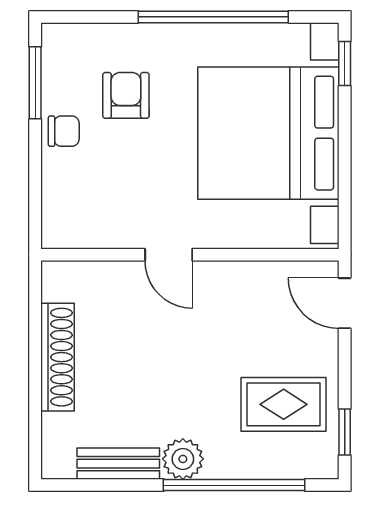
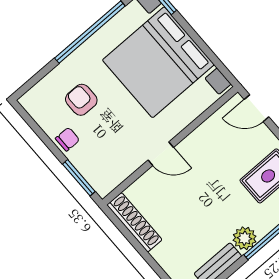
window: (35, 83) -> (79, 178), moved
shoe rack: (57, 357) -> (134, 222), moved

